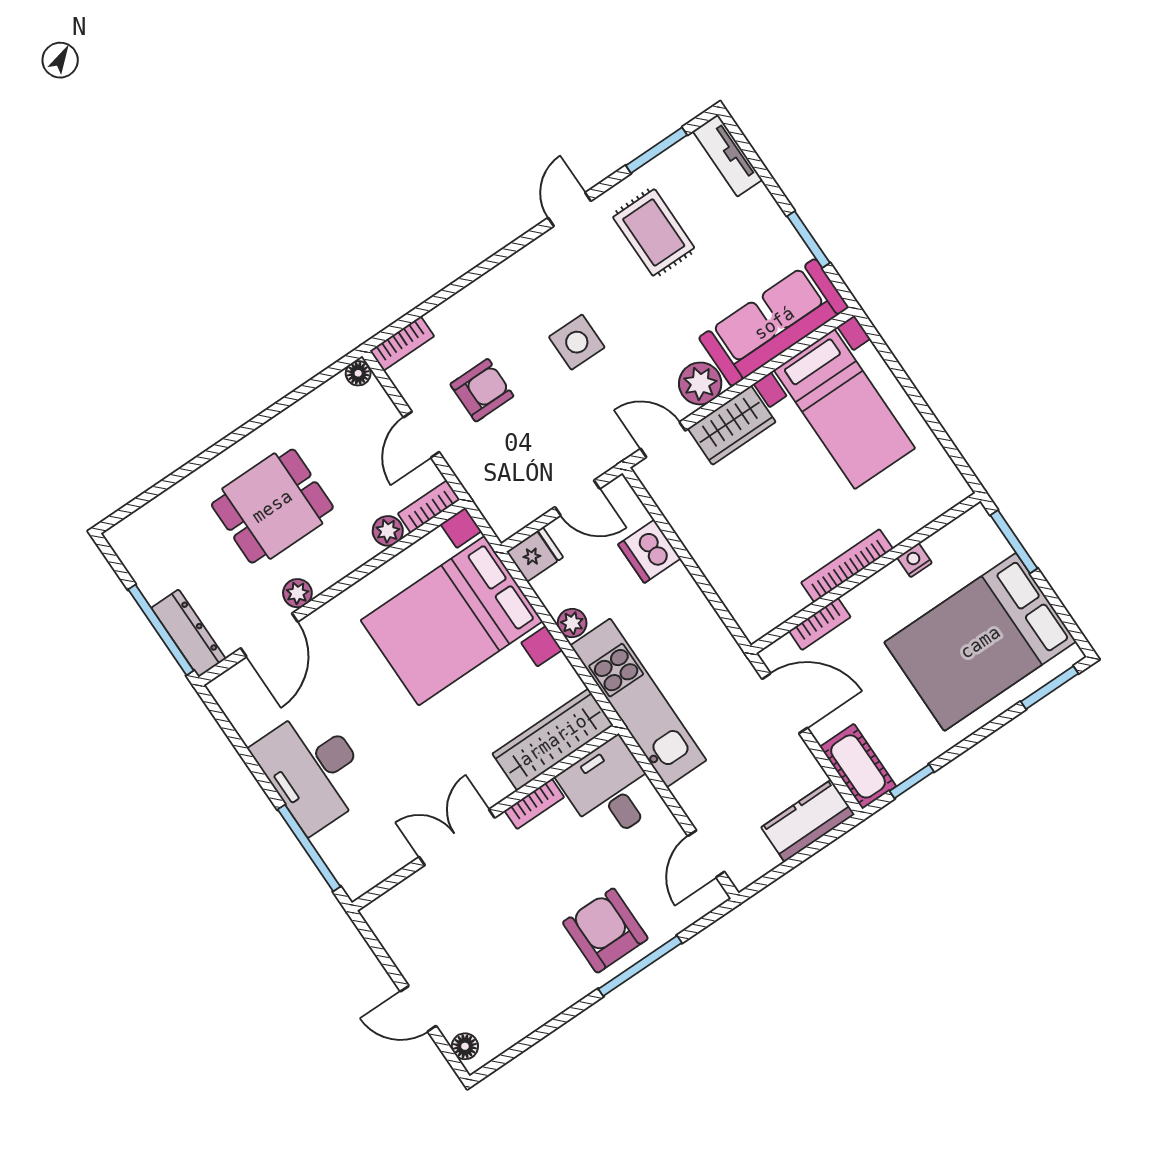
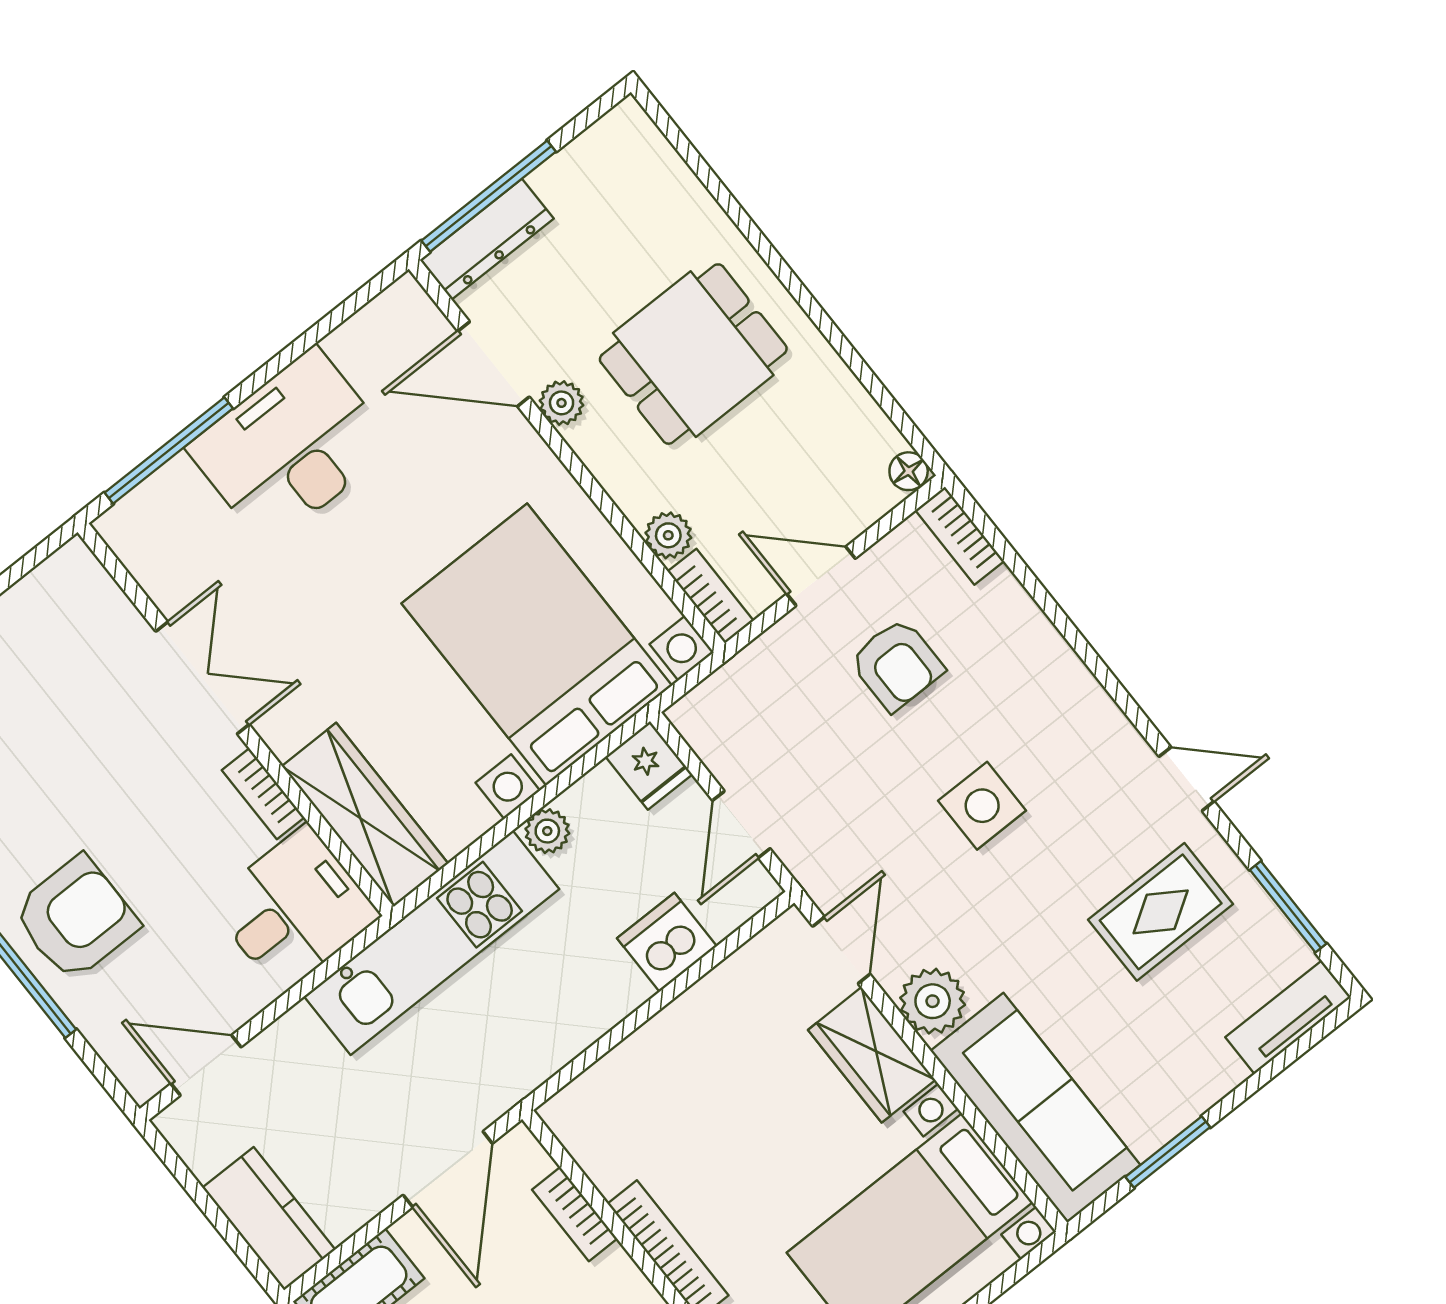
dining table: (272, 506) -> (693, 354), turned 90

